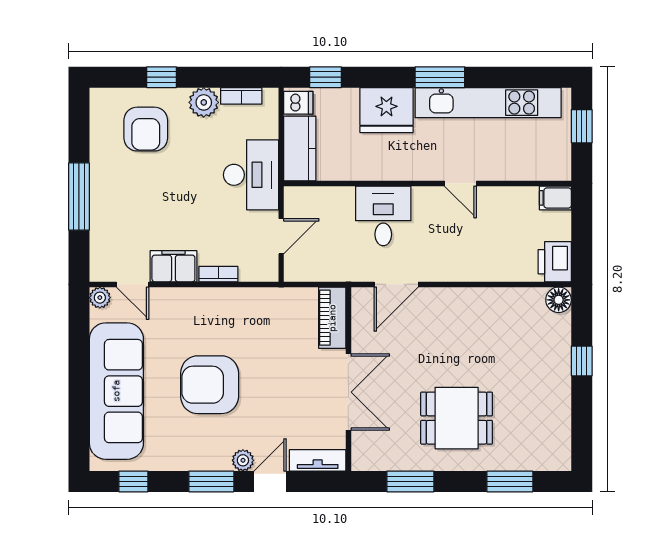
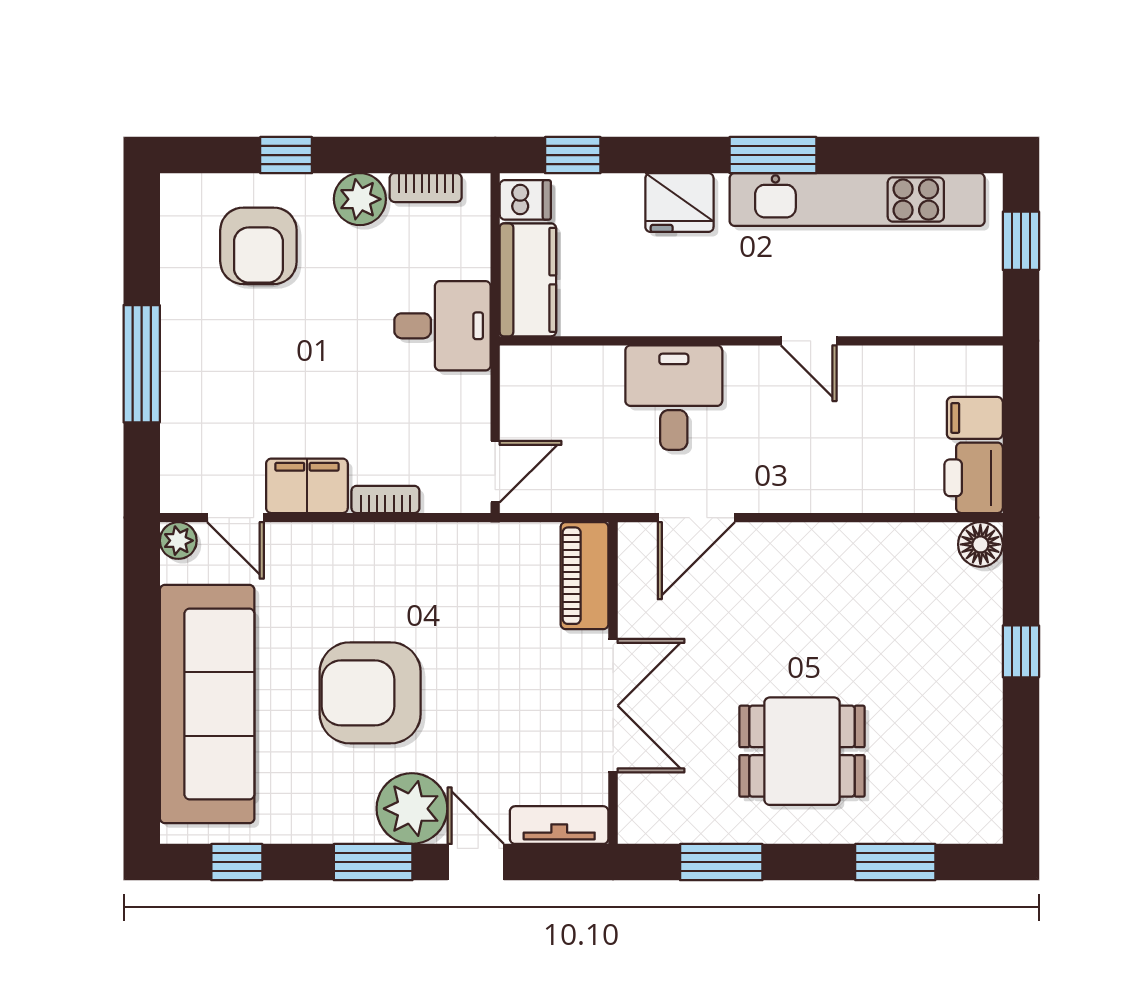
fridge: (386, 110) -> (679, 203), width x0.73, depth x0.75
desk: (251, 175) -> (442, 326), width x0.73
filing cabinet: (555, 198) -> (975, 418), moved
door: (281, 236) -> (495, 472), moved
plant: (243, 460) -> (412, 809), width x1.87, depth x1.87
door: (270, 481) -> (476, 862), hinge flipped

